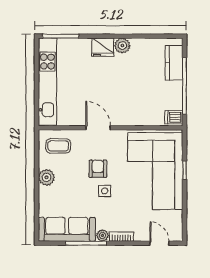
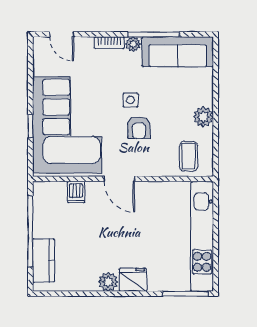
dishwasher: (174, 117) -> (76, 192), moved, turned 90
door: (98, 128) -> (119, 179), moved
coffee table: (58, 146) -> (189, 156), turned 90

